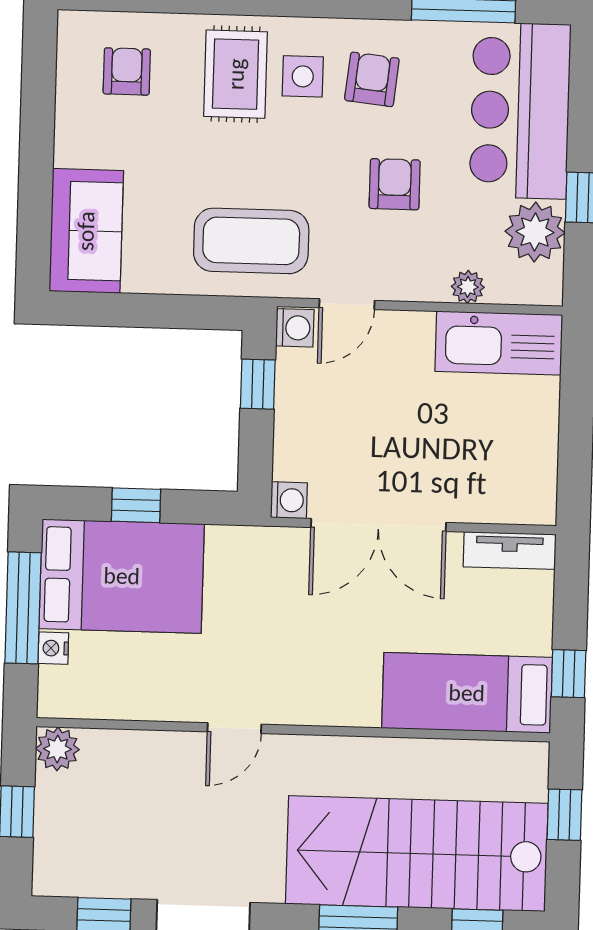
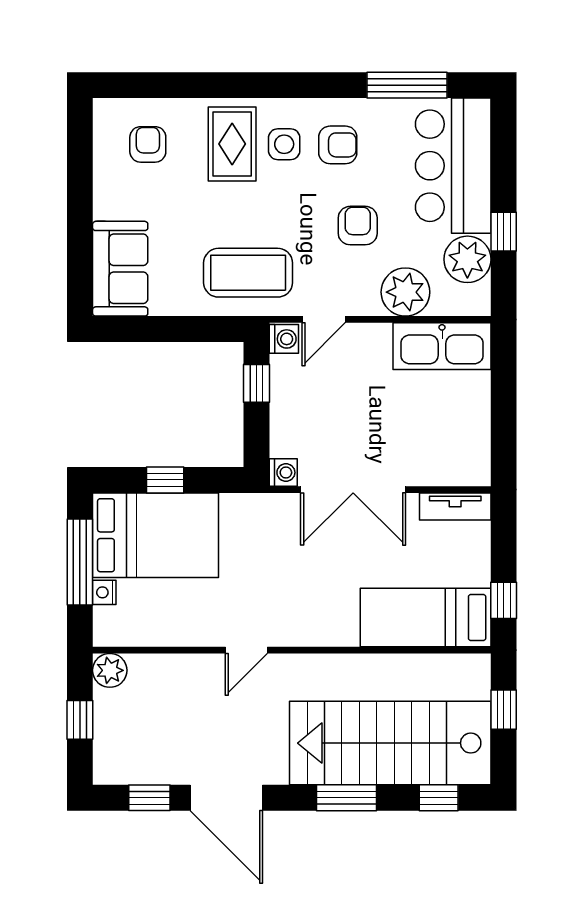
armchair: (372, 79) -> (338, 145), turned 84
plant: (468, 287) -> (405, 292), width x1.88, depth x1.88

